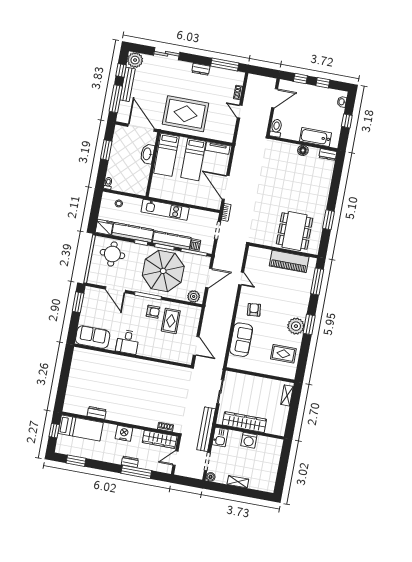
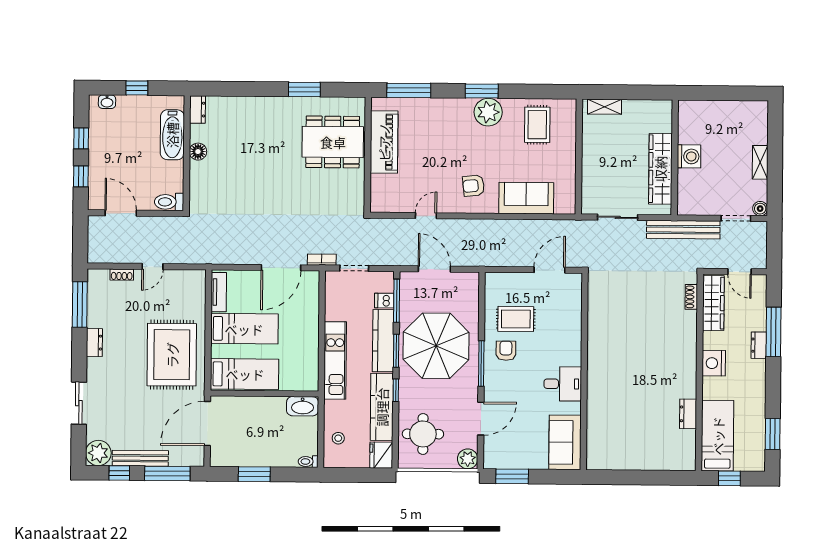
washbasin: (147, 154) -> (303, 406), moved
plant: (194, 296) -> (468, 459), moved
kitchen sink: (220, 437) -> (692, 204), removed

